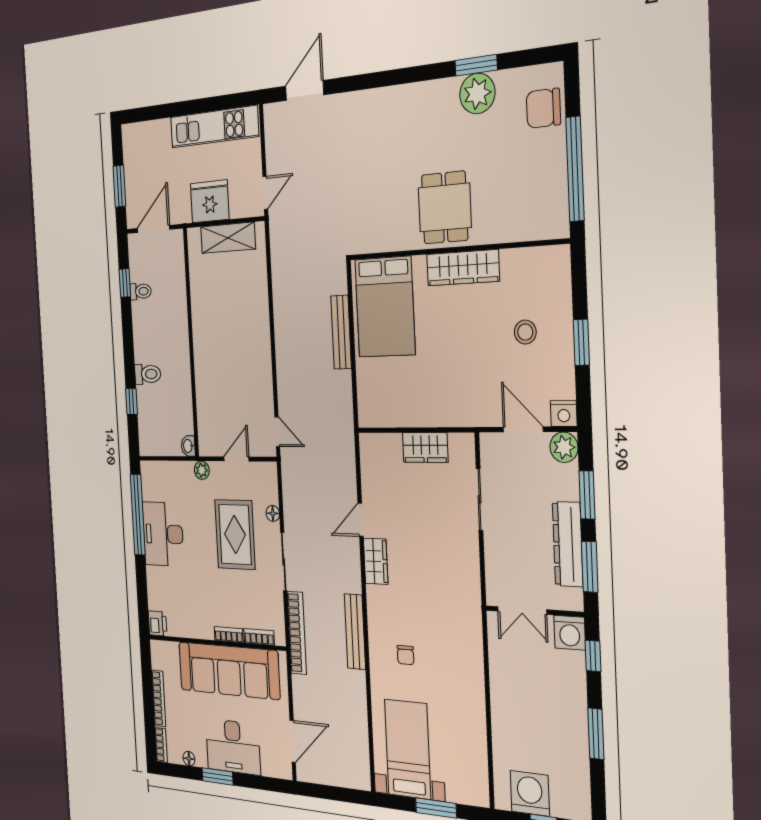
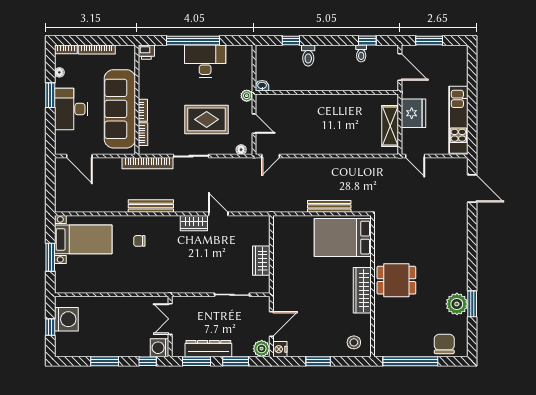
stool: (525, 332) -> (354, 342), moved
floor lamp: (273, 513) -> (241, 150), moved
window: (138, 515) -> (193, 40), moved

